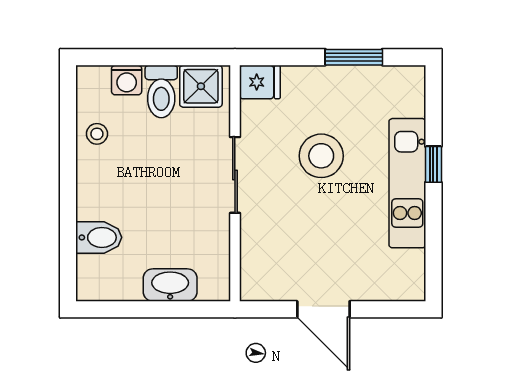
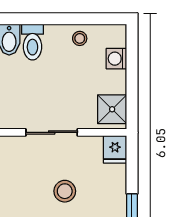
toilet: (161, 91) -> (32, 42), moved, turned -90
stool: (321, 156) -> (65, 191), width x0.73, depth x0.73

